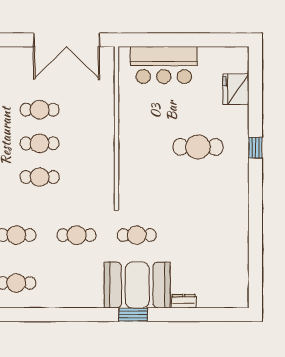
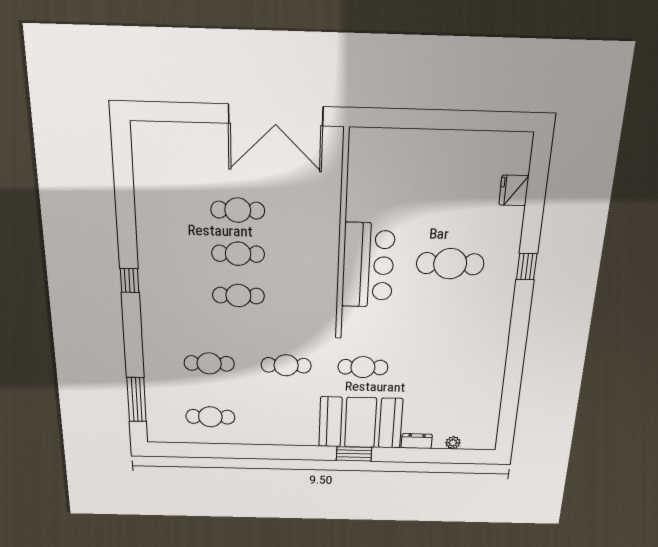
bar counter: (164, 65) -> (368, 265), moved, turned -90
fridge: (236, 89) -> (514, 190), width x0.73, depth x0.75
plant: (213, 302) -> (453, 443), added

